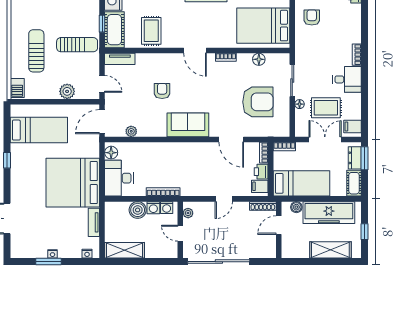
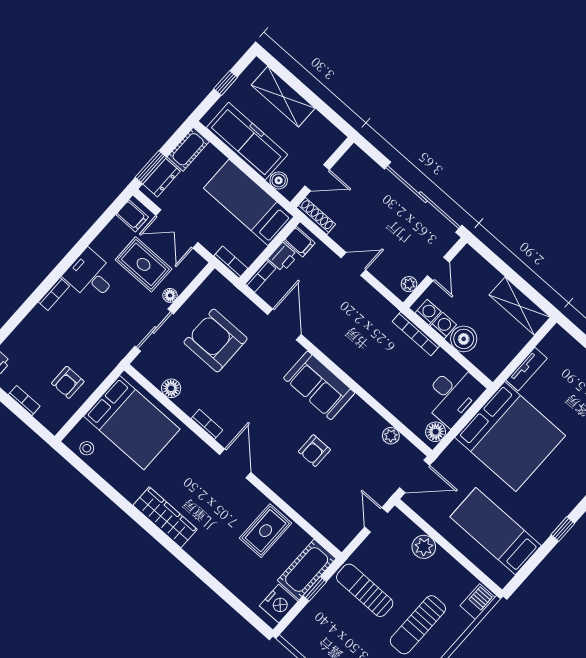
tv unit: (120, 59) -> (330, 530), removed
nightstand: (87, 254) -> (566, 340), removed

